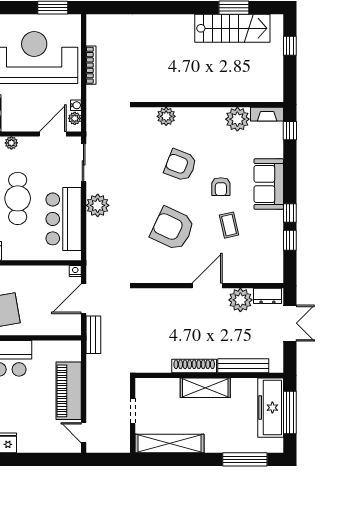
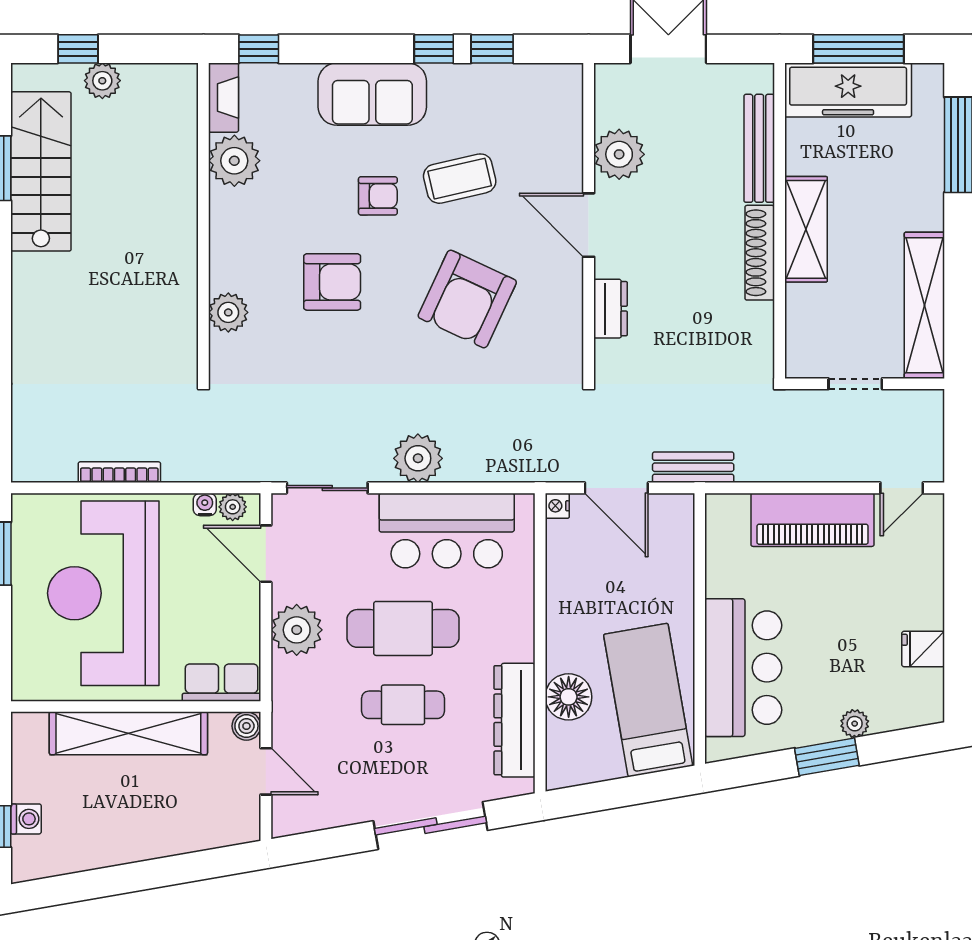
plant: (275, 57) -> (102, 81), added
plant: (11, 143) -> (297, 630), width x1.88, depth x1.88
armchair: (180, 165) -> (332, 282), turned -111
coffee table: (229, 225) -> (460, 179), width x1.36, depth x1.30
dresser: (267, 296) -> (610, 309), moved

